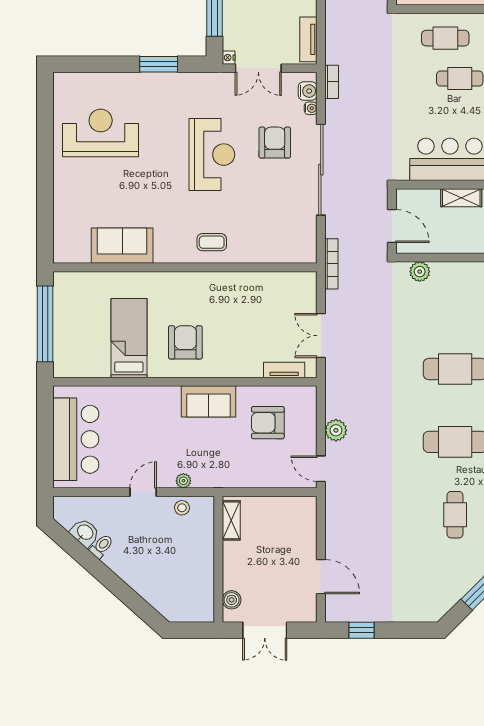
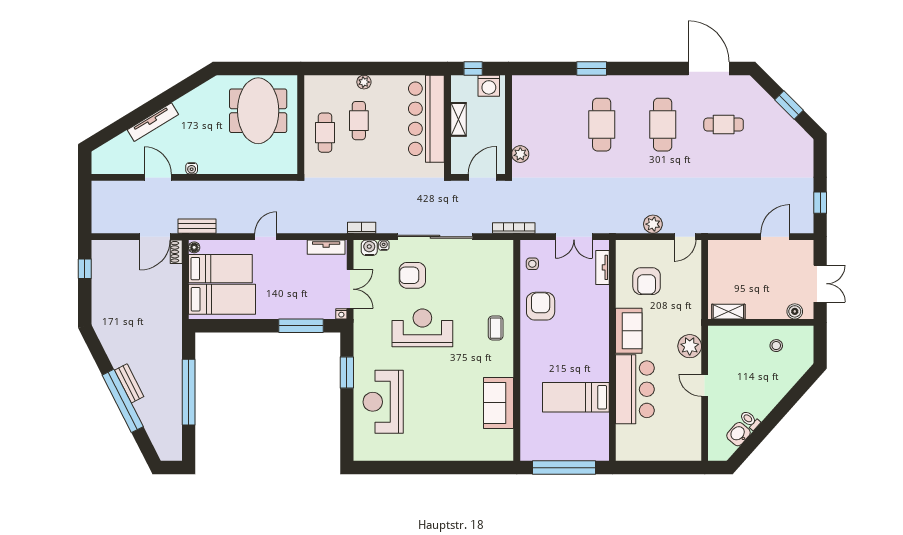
reception desk: (101, 133) -> (383, 402), moved
side table: (289, 286) -> (532, 264), added
armchair: (185, 342) -> (541, 306), moved, turned 90
bar counter: (76, 439) -> (635, 389), moved, turned 90
plant: (183, 481) -> (690, 346), width x1.88, depth x1.88
stool: (182, 508) -> (776, 346), moved

